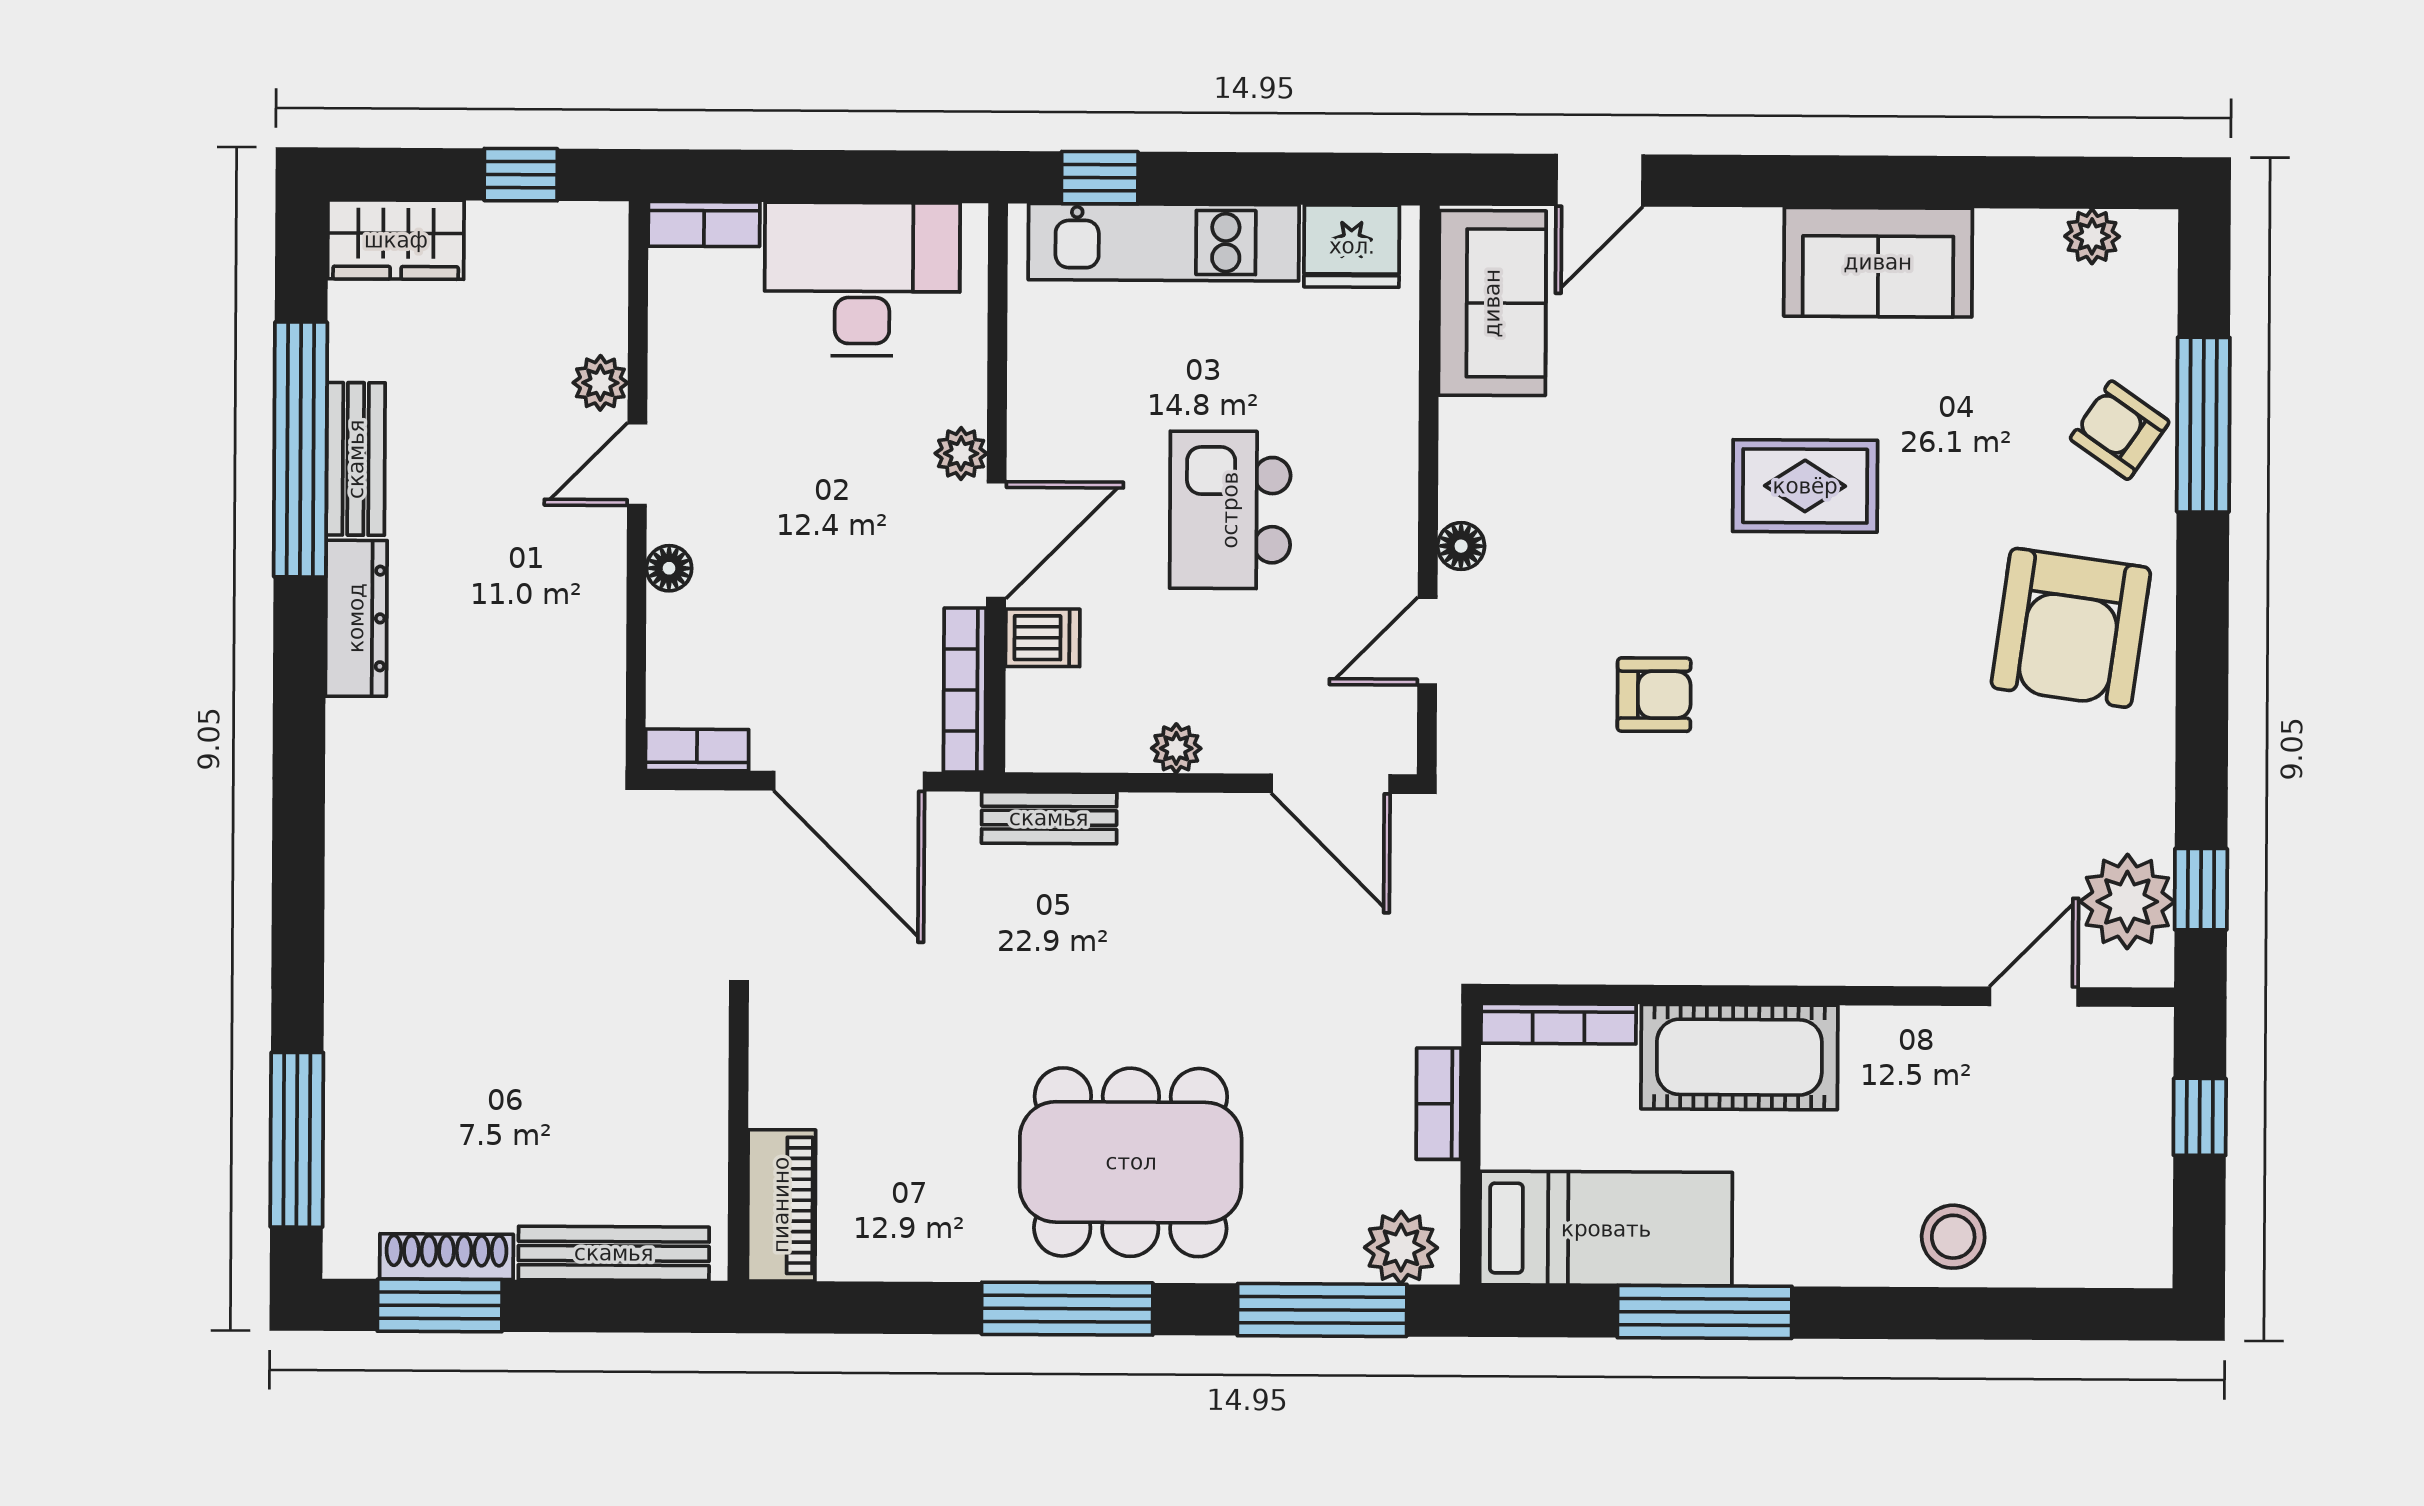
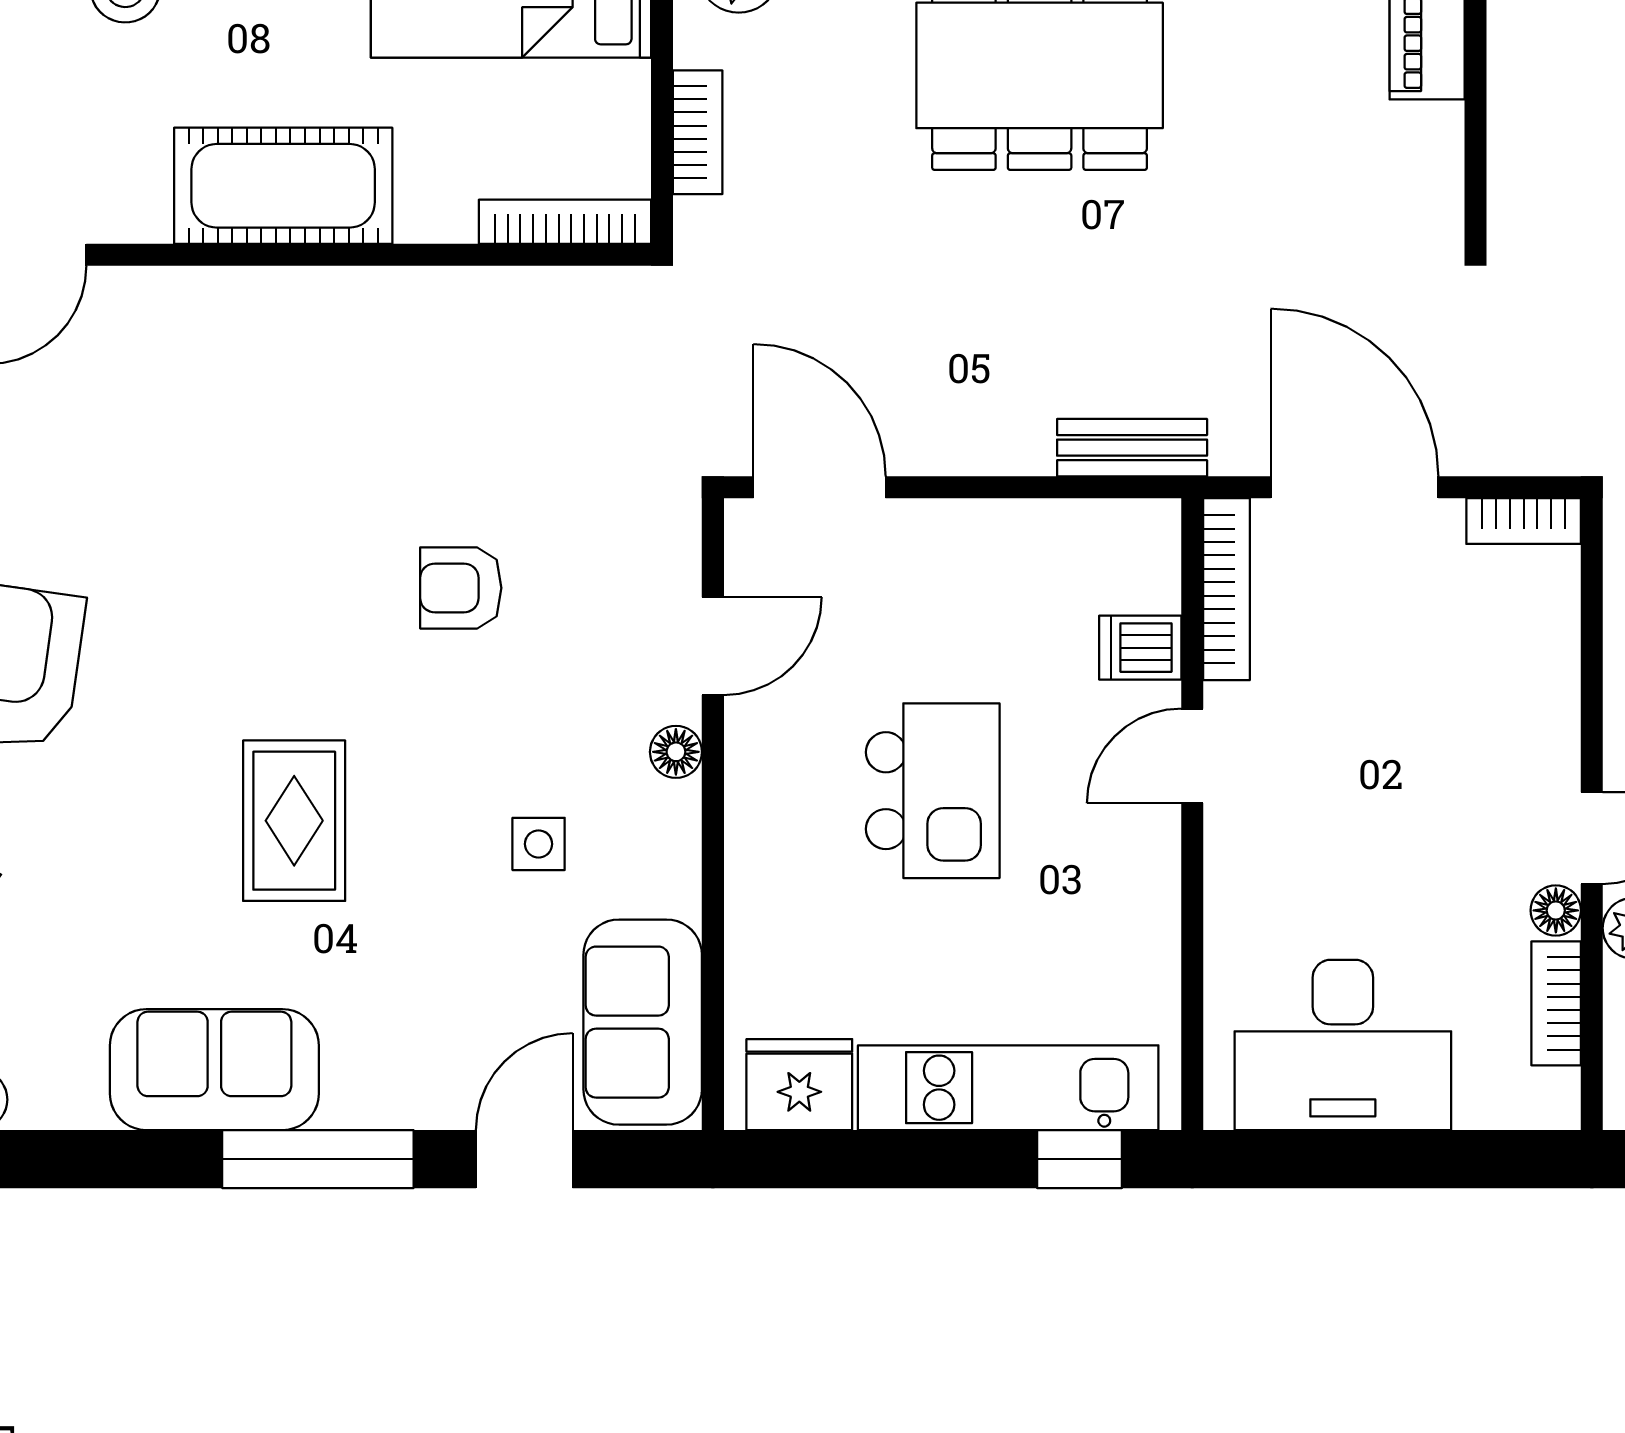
window: (1785, 181) -> (318, 1159), added
bookcase: (704, 224) -> (1556, 1003), moved, turned -90
plant: (961, 453) -> (1232, 852), removed
side table: (1585, 464) -> (539, 844), added
rug: (1805, 486) -> (294, 821), turned 90
door: (996, 540) -> (1192, 756), width x0.73
floor lamp: (669, 568) -> (1556, 910), moved
plant: (1176, 748) -> (991, 525), removed
cot: (1739, 1057) -> (283, 186), moved

